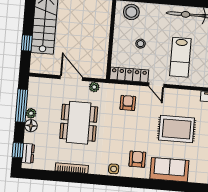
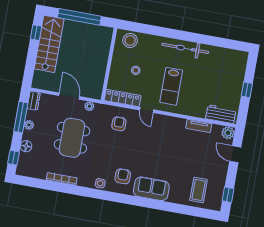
window: (27, 43) -> (36, 33), moved
floor lamp: (31, 126) -> (26, 146), moved
rug: (177, 129) -> (161, 152), removed
dresser: (28, 153) -> (34, 101), moved

